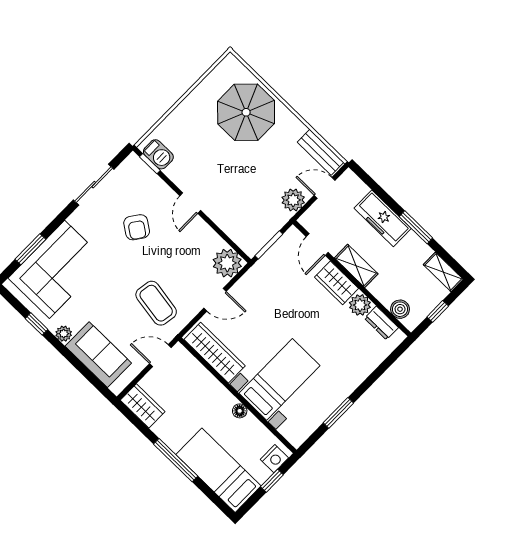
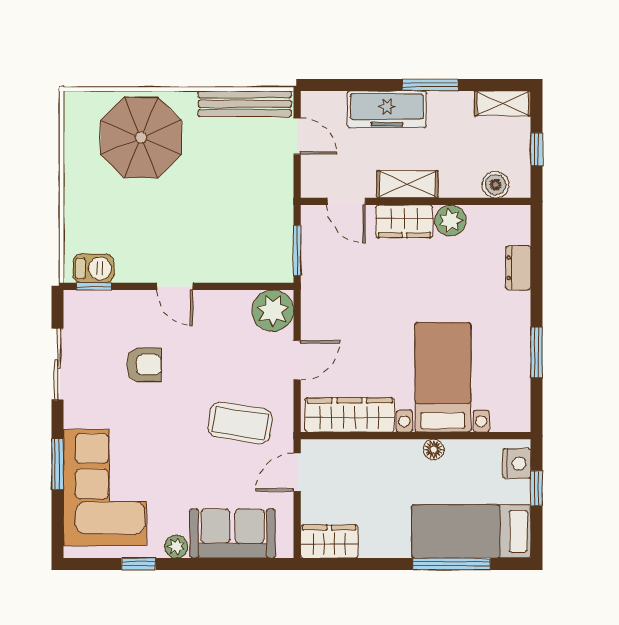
bench: (320, 152) -> (245, 104), width x1.36
door: (325, 188) -> (297, 136), swing flipped
plant: (293, 200) -> (277, 180), removed
armchair: (137, 227) -> (144, 365), turned -35
window: (30, 249) -> (58, 464), moved
dresser: (381, 323) -> (518, 268), moved, turned 90
window: (176, 460) -> (451, 564), moved

